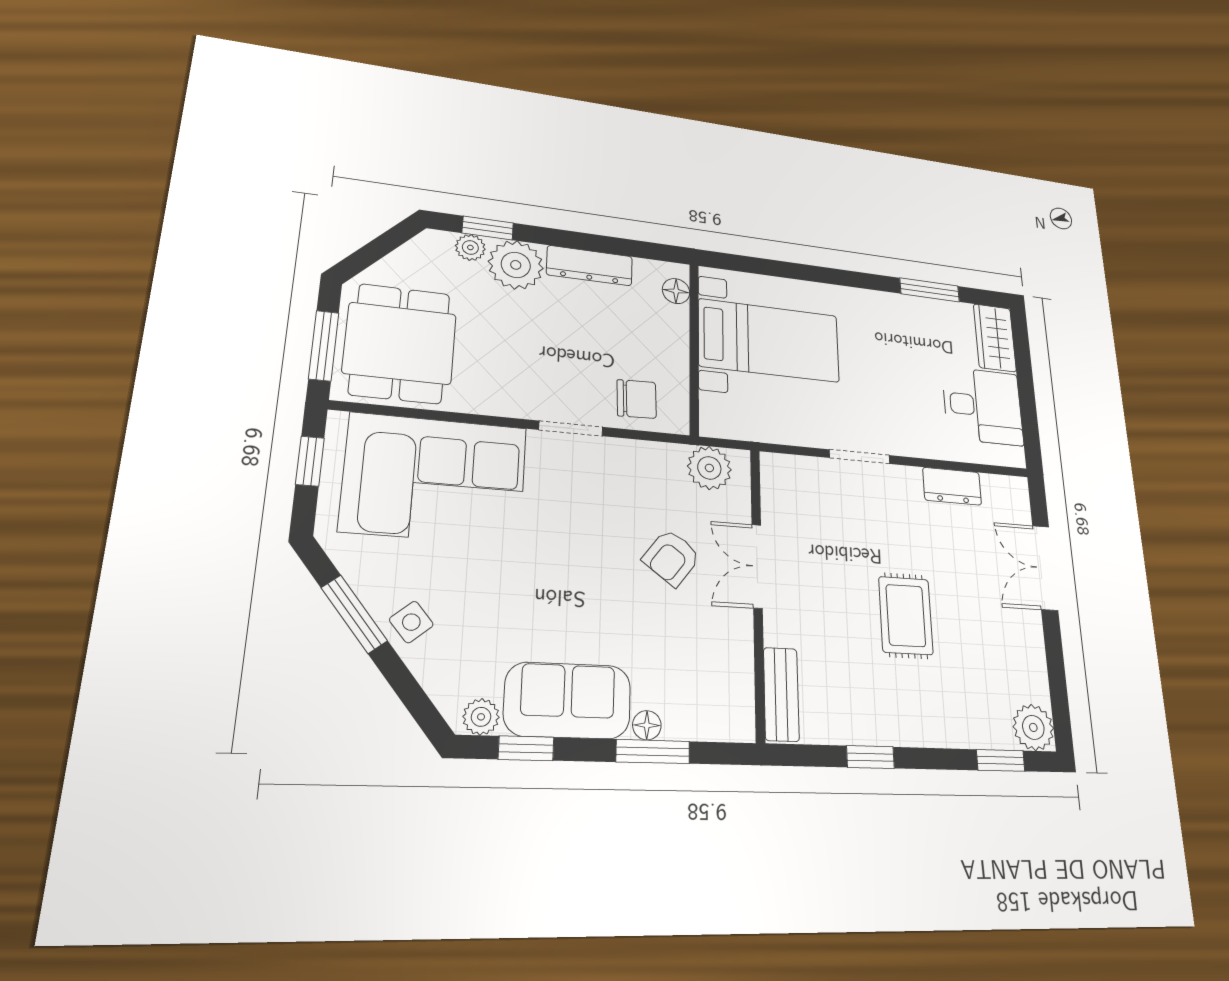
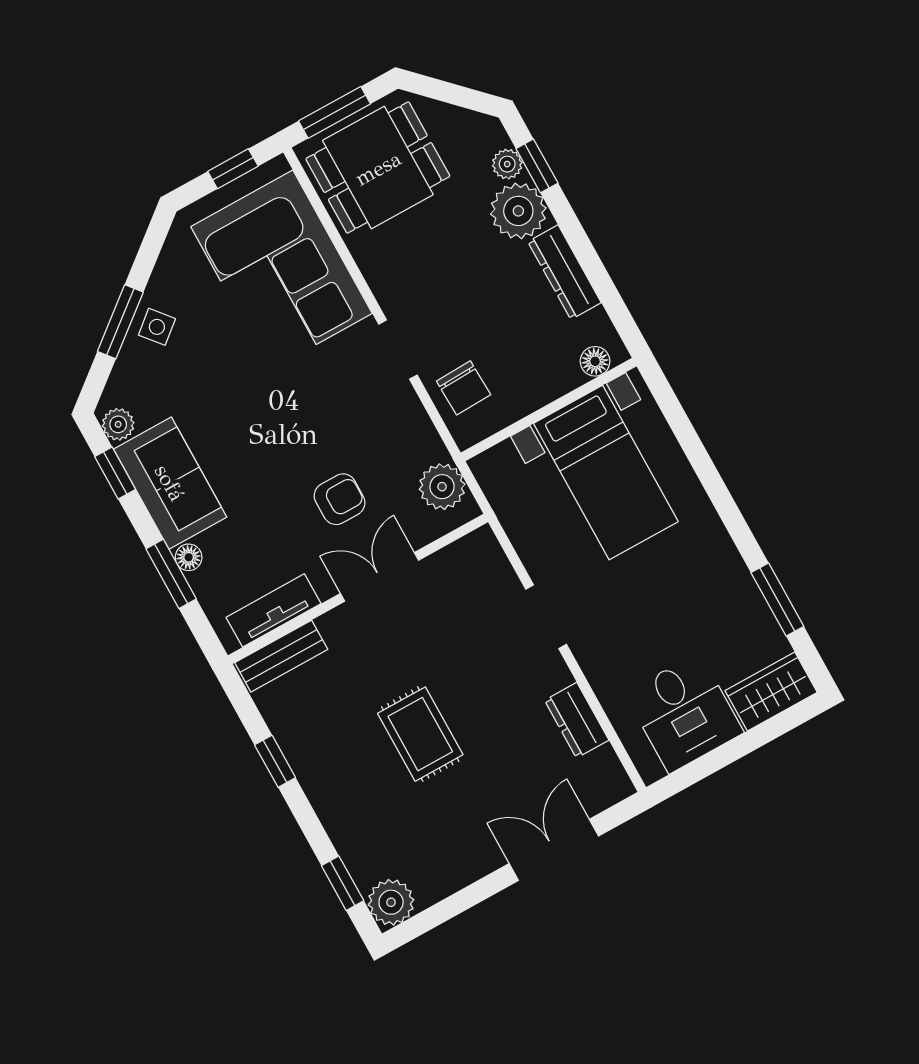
armchair: (671, 558) -> (340, 499), turned 143
window: (354, 614) -> (120, 322), moved
rug: (906, 616) -> (420, 734), turned 90
tv unit: (737, 676) -> (274, 610), added

